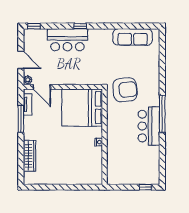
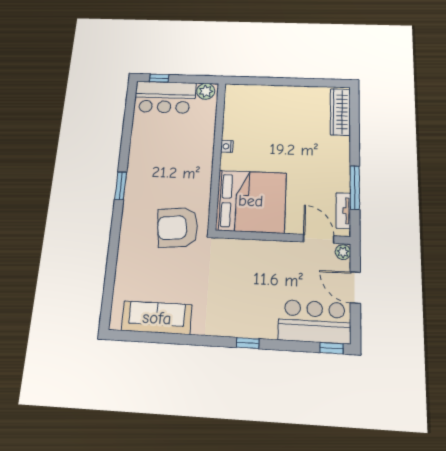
bar counter: (67, 40) -> (314, 322), moved
window: (162, 114) -> (121, 186), width x0.47
bar counter: (149, 126) -> (165, 97), moved, turned 90
wardrobe: (30, 156) -> (340, 112), moved
plant: (115, 179) -> (206, 91), added

